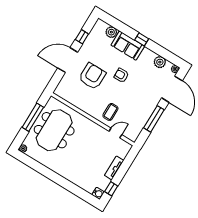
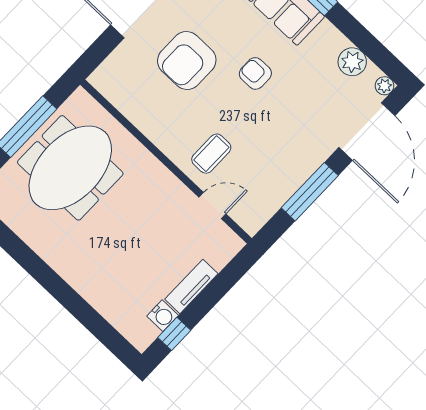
armchair: (92, 76) -> (187, 61), turned 180
water cooler: (98, 193) -> (163, 316), moved

